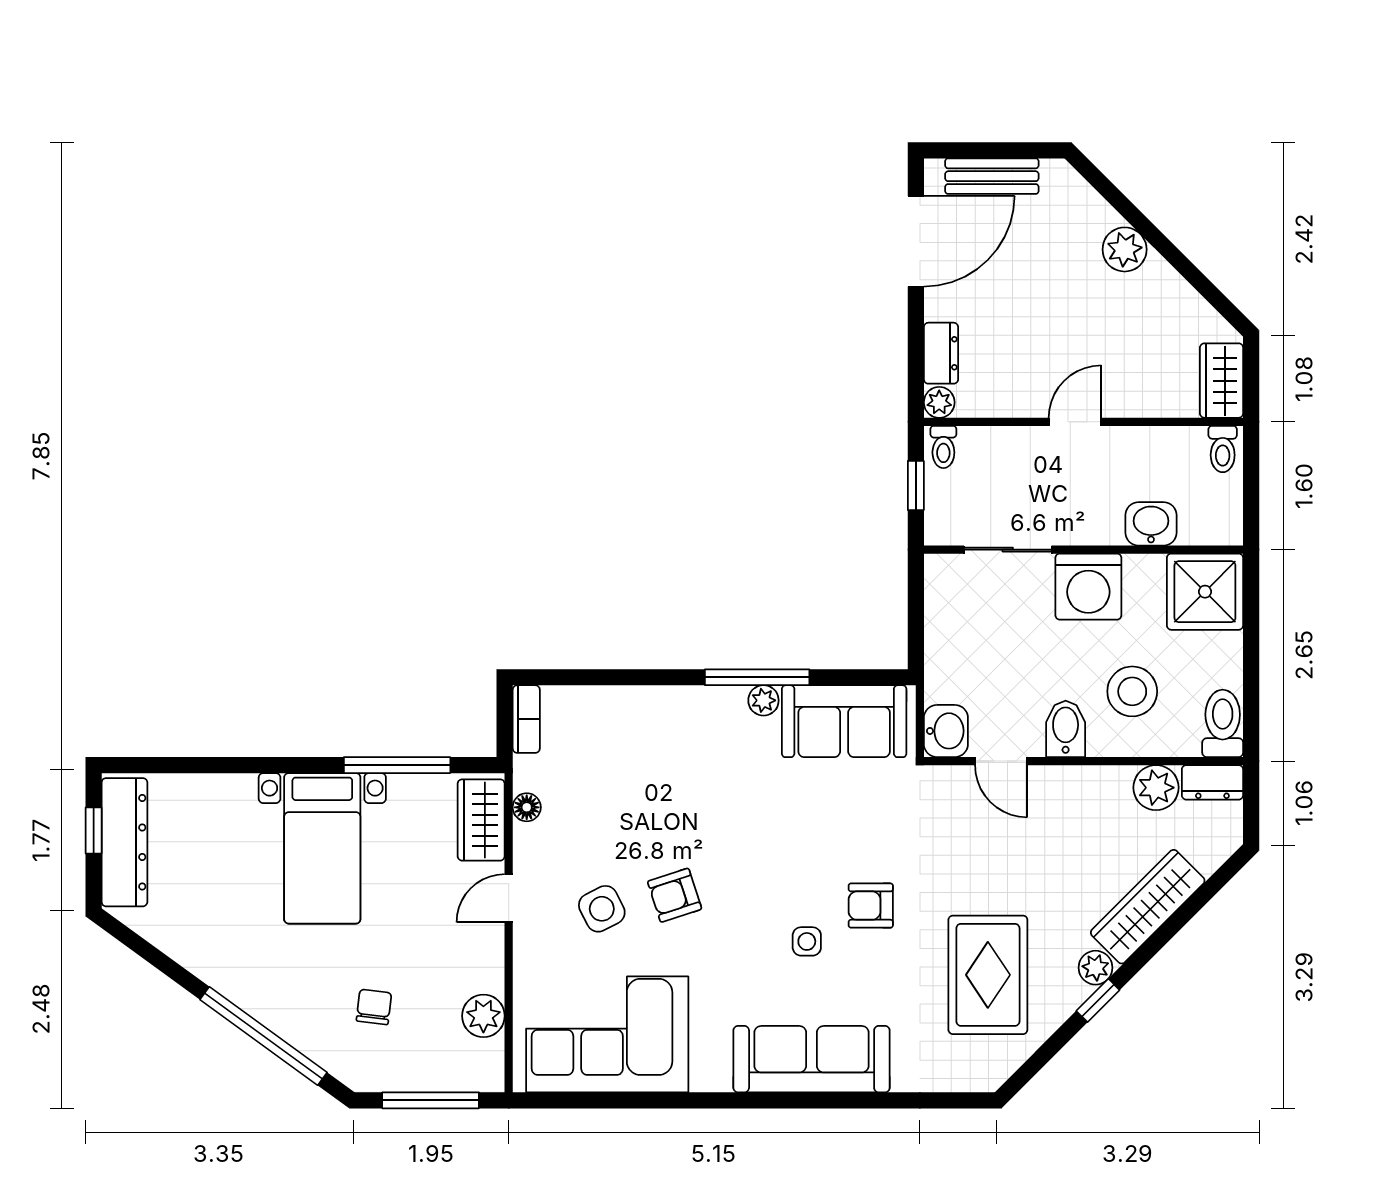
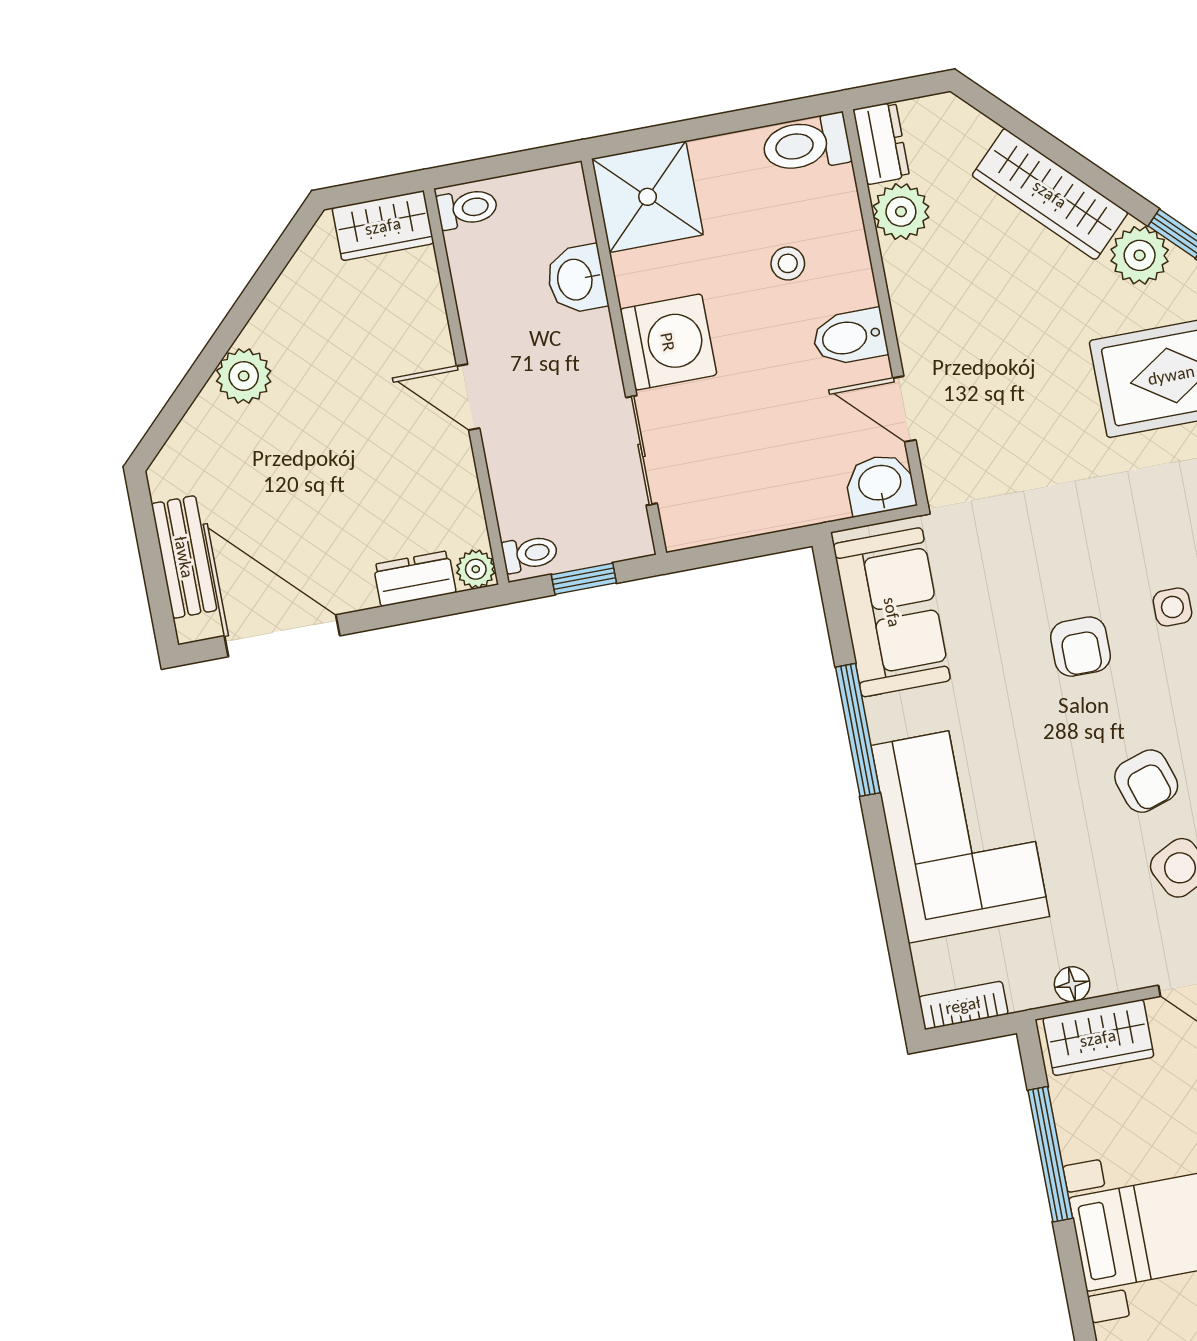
stool: (1132, 691) -> (788, 263), width x0.53, depth x0.53
plant: (763, 700) -> (885, 717), removed
corner sofa: (663, 742) -> (960, 831), added
door: (1001, 761) -> (904, 409), swing flipped
armchair: (871, 906) -> (1080, 647), moved
plant: (1096, 968) -> (1140, 255), width x1.38, depth x1.38

